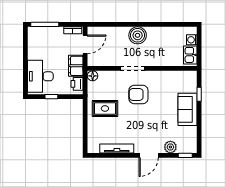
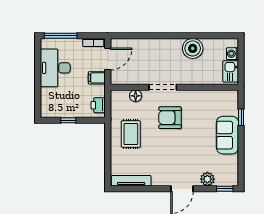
boiler: (138, 35) -> (193, 48), moved
filing cabinet: (76, 66) -> (97, 78), width x0.50
desk: (40, 76) -> (55, 68), moved
floor lamp: (93, 76) -> (136, 96), moved
rug: (105, 108) -> (131, 134), turned 90
tv unit: (117, 149) -> (131, 181), moved

